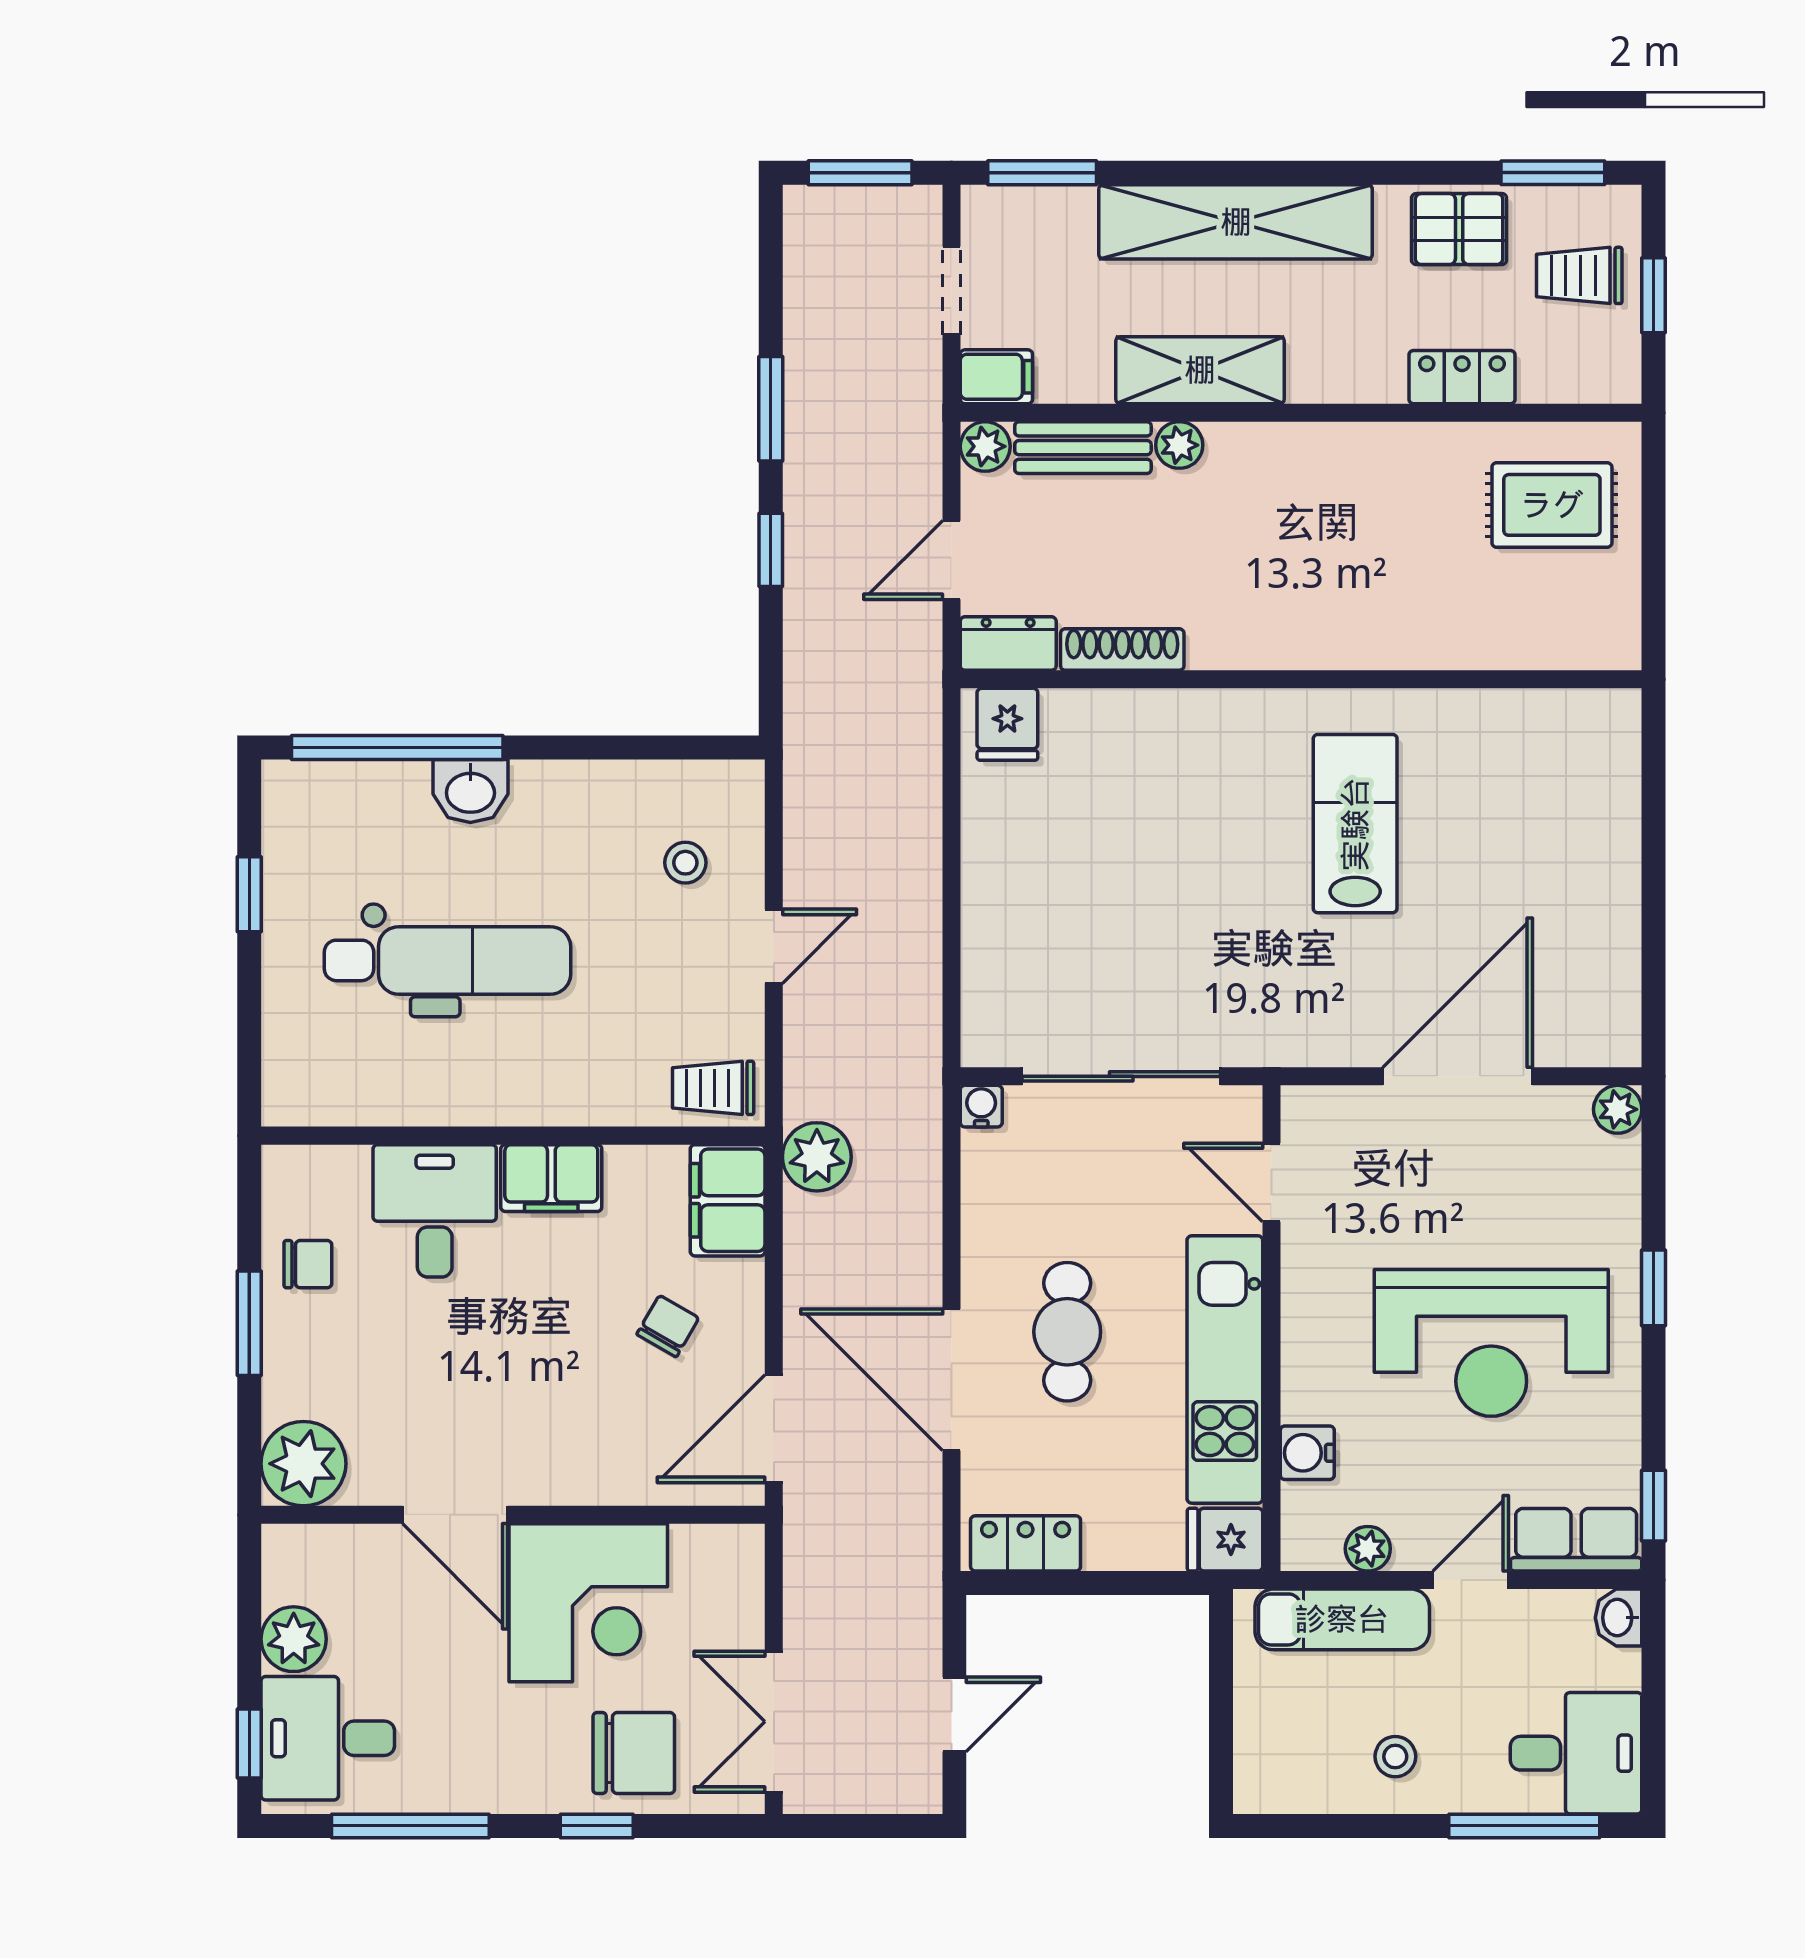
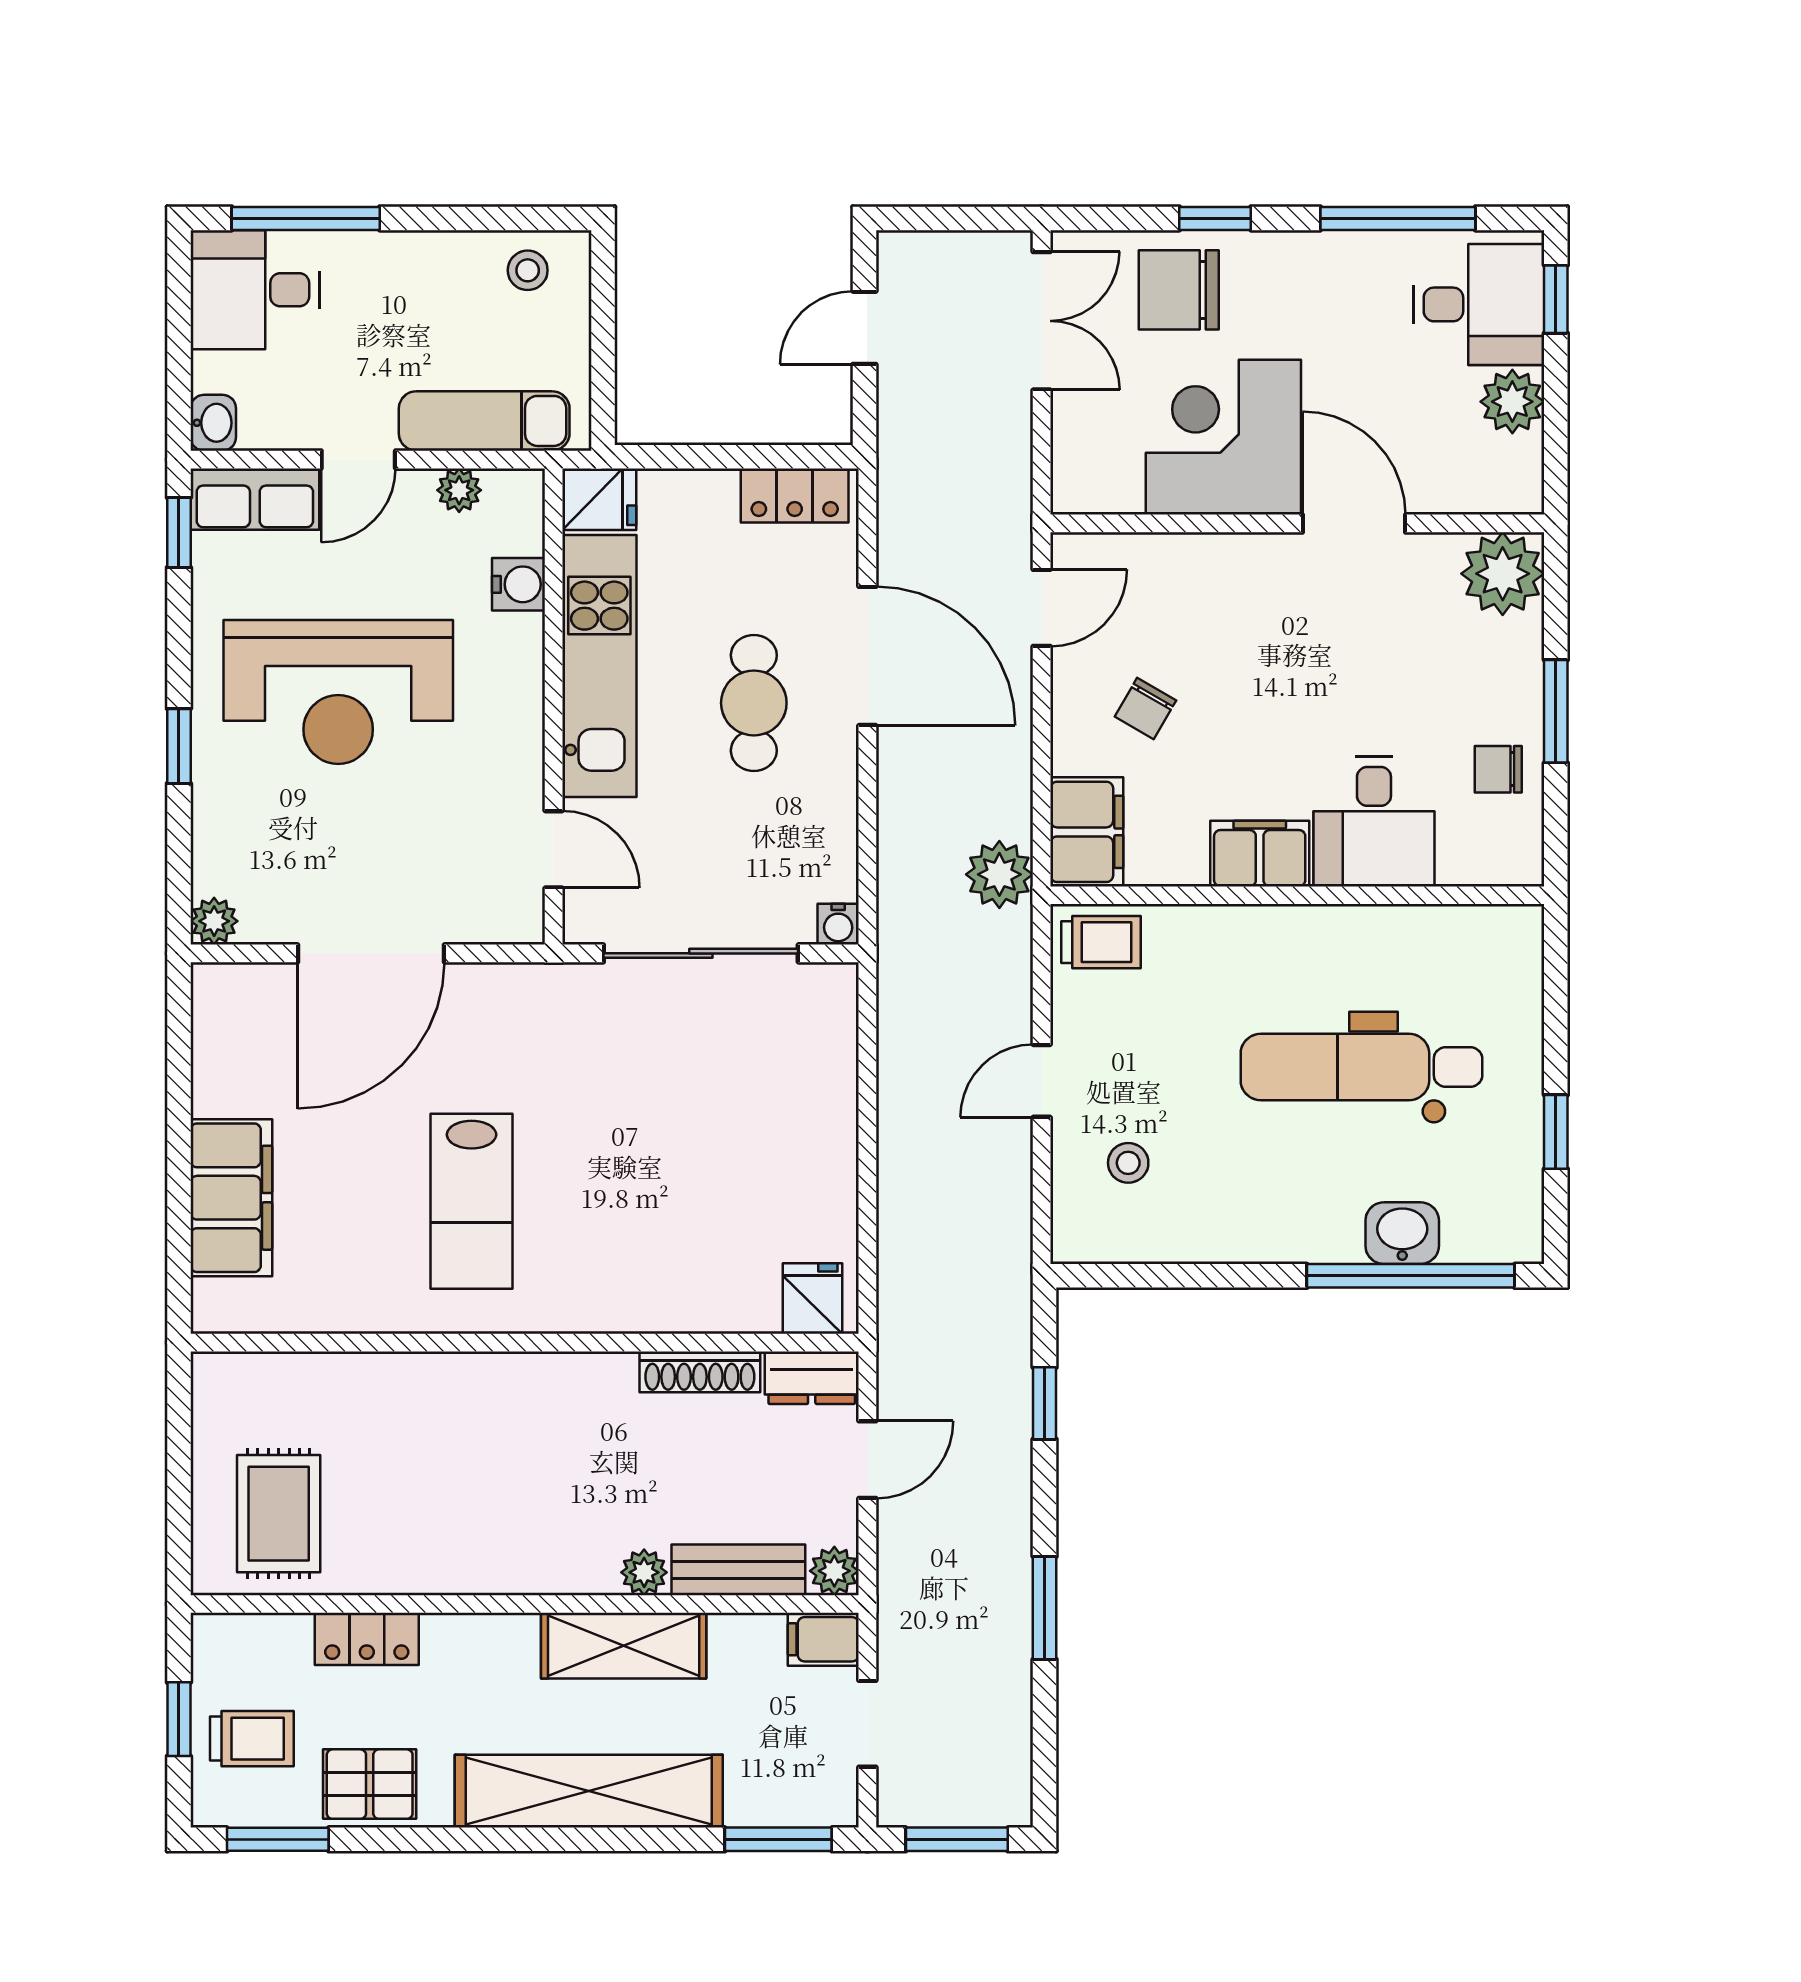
rug: (1552, 505) -> (279, 1514), turned 90
window: (771, 550) -> (1045, 1403), moved
washbasin: (470, 791) -> (1402, 1233), moved
filing cabinet: (1600, 827) -> (231, 1198), added
reception desk: (1491, 1343) -> (338, 692), turned 180
door: (774, 1429) -> (1042, 608), width x0.73
stool: (1395, 1757) -> (528, 270), moved

